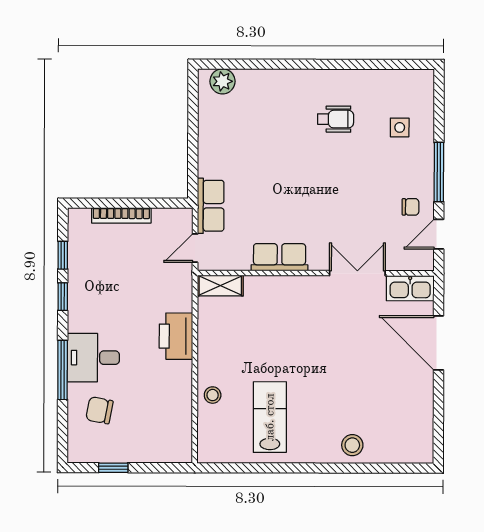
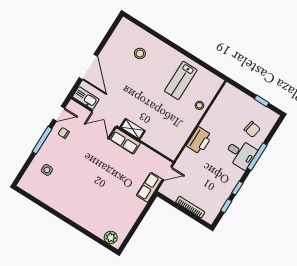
wheelchair: (336, 119) -> (72, 191), removed
row of seats: (280, 257) -> (125, 141), moved
shelving: (220, 286) -> (133, 129), moved
stool: (352, 445) -> (140, 53), moved

